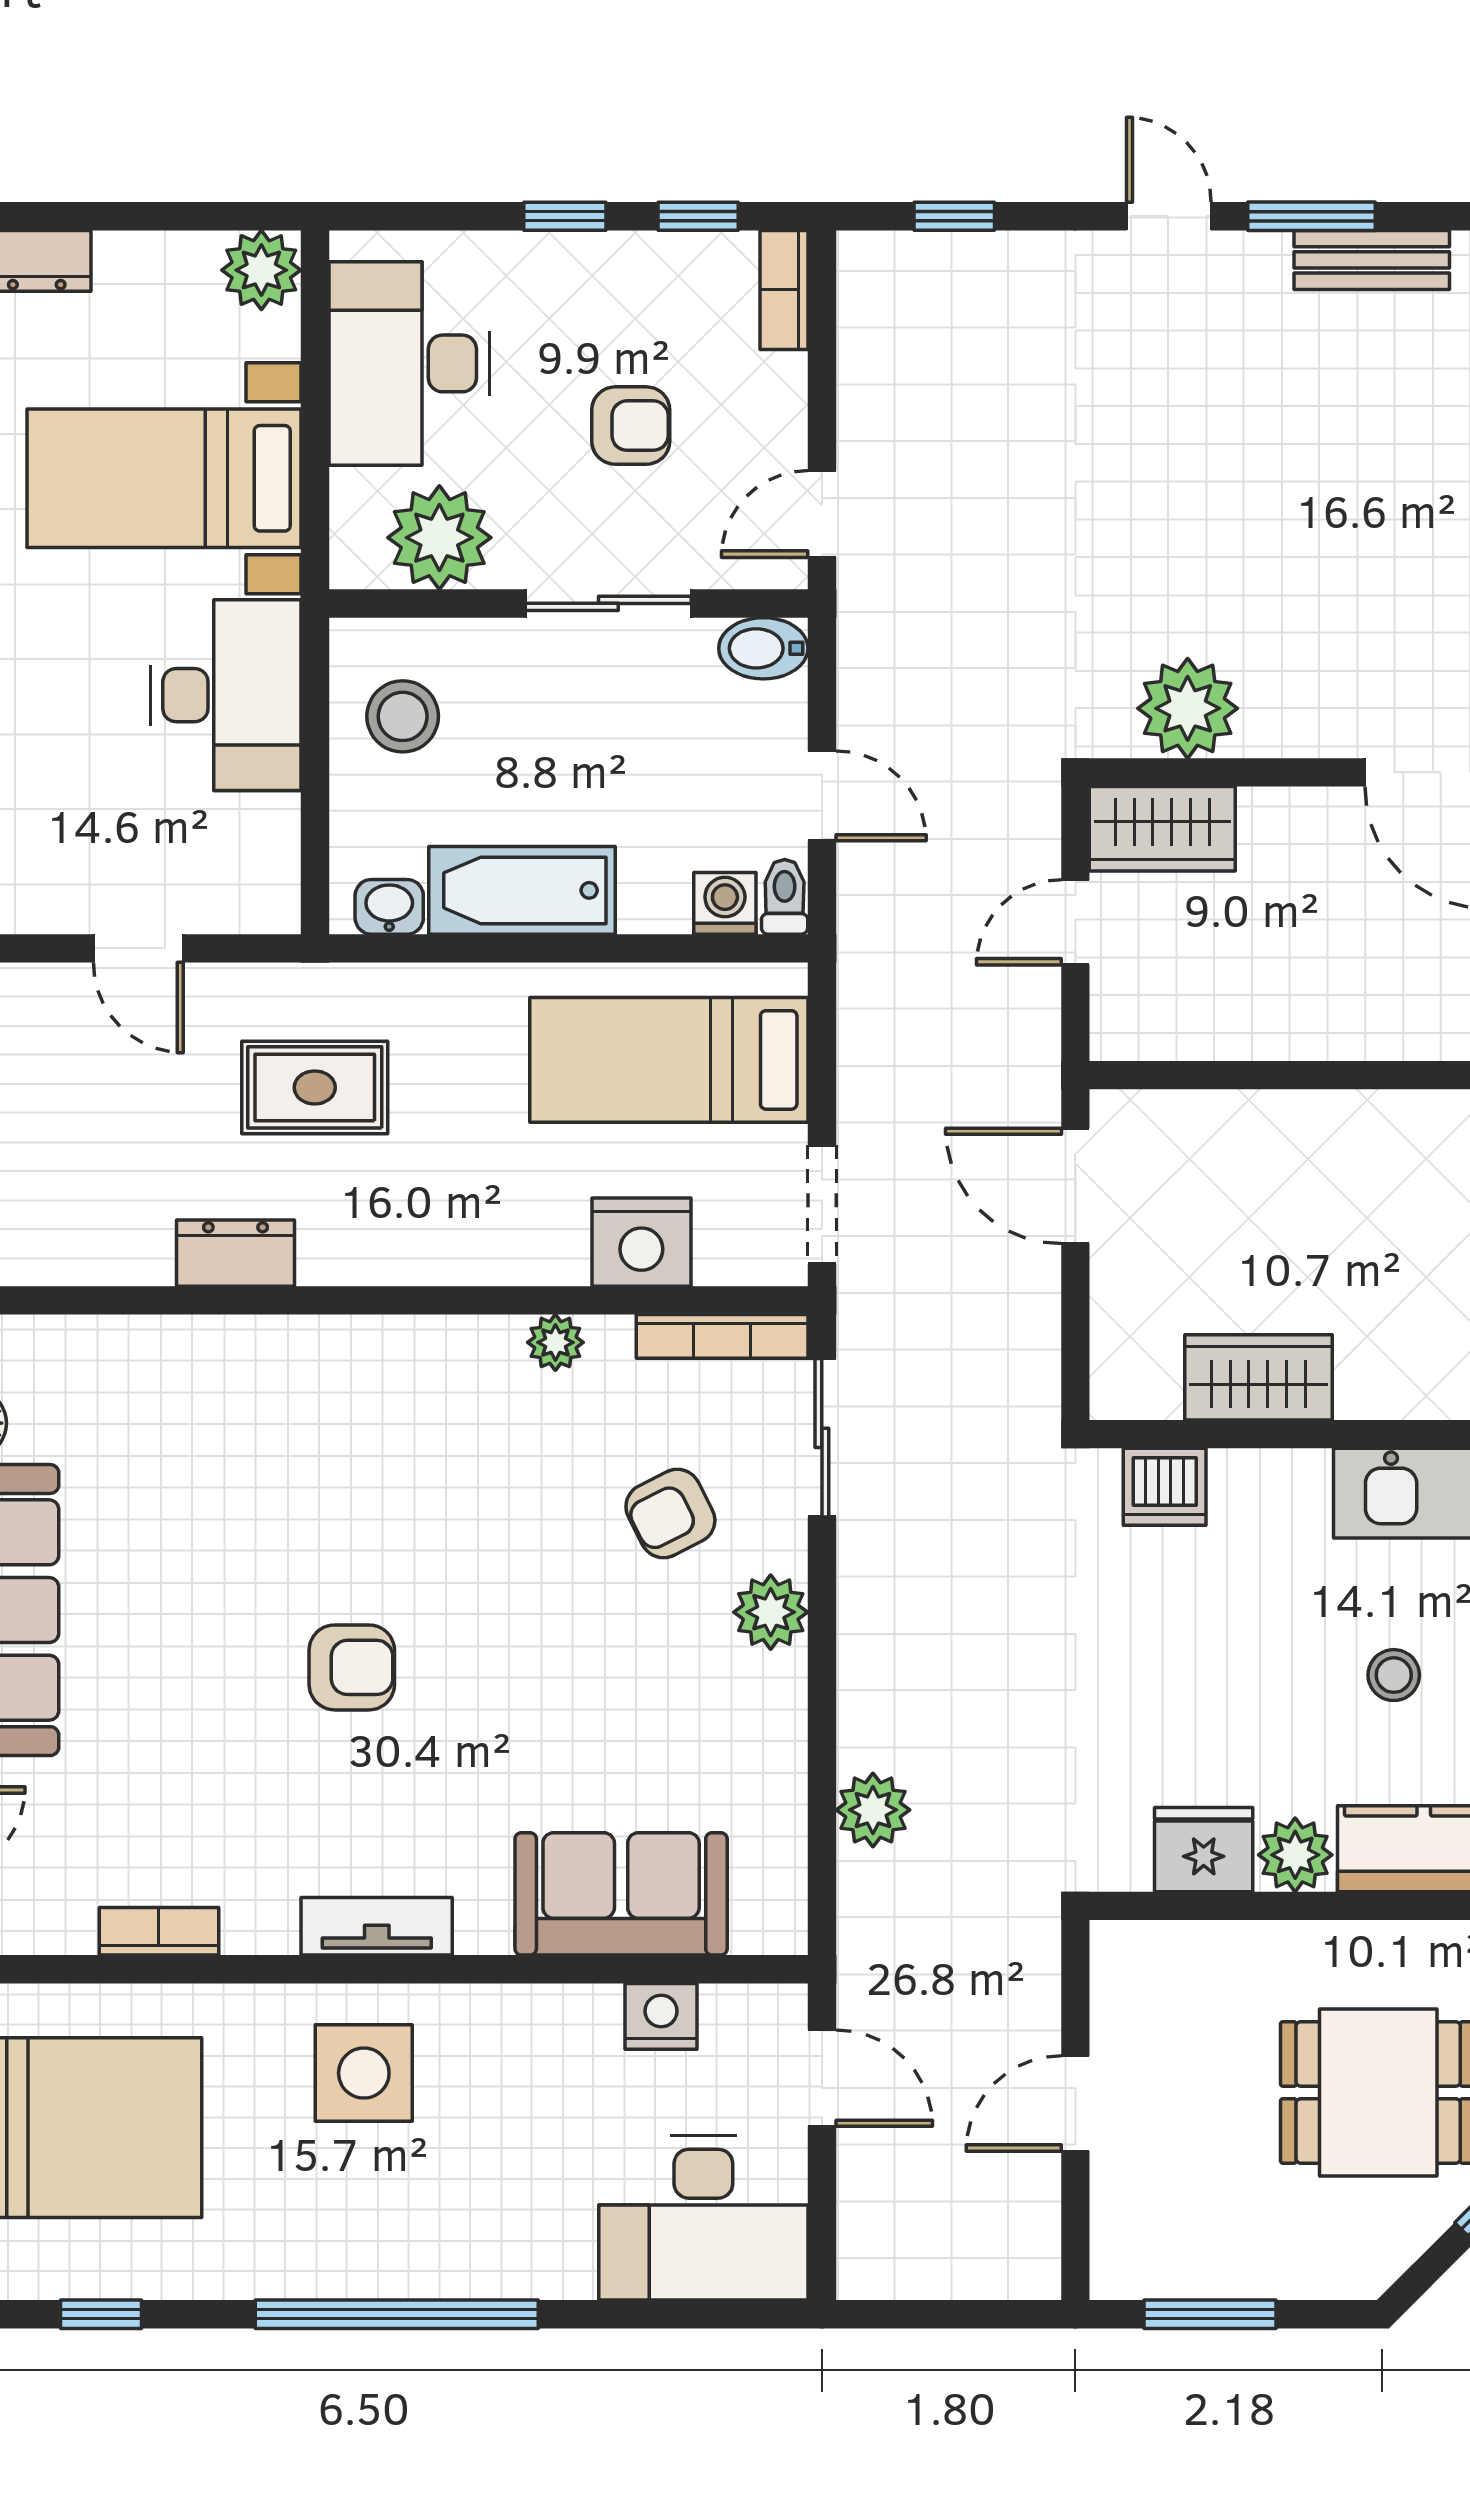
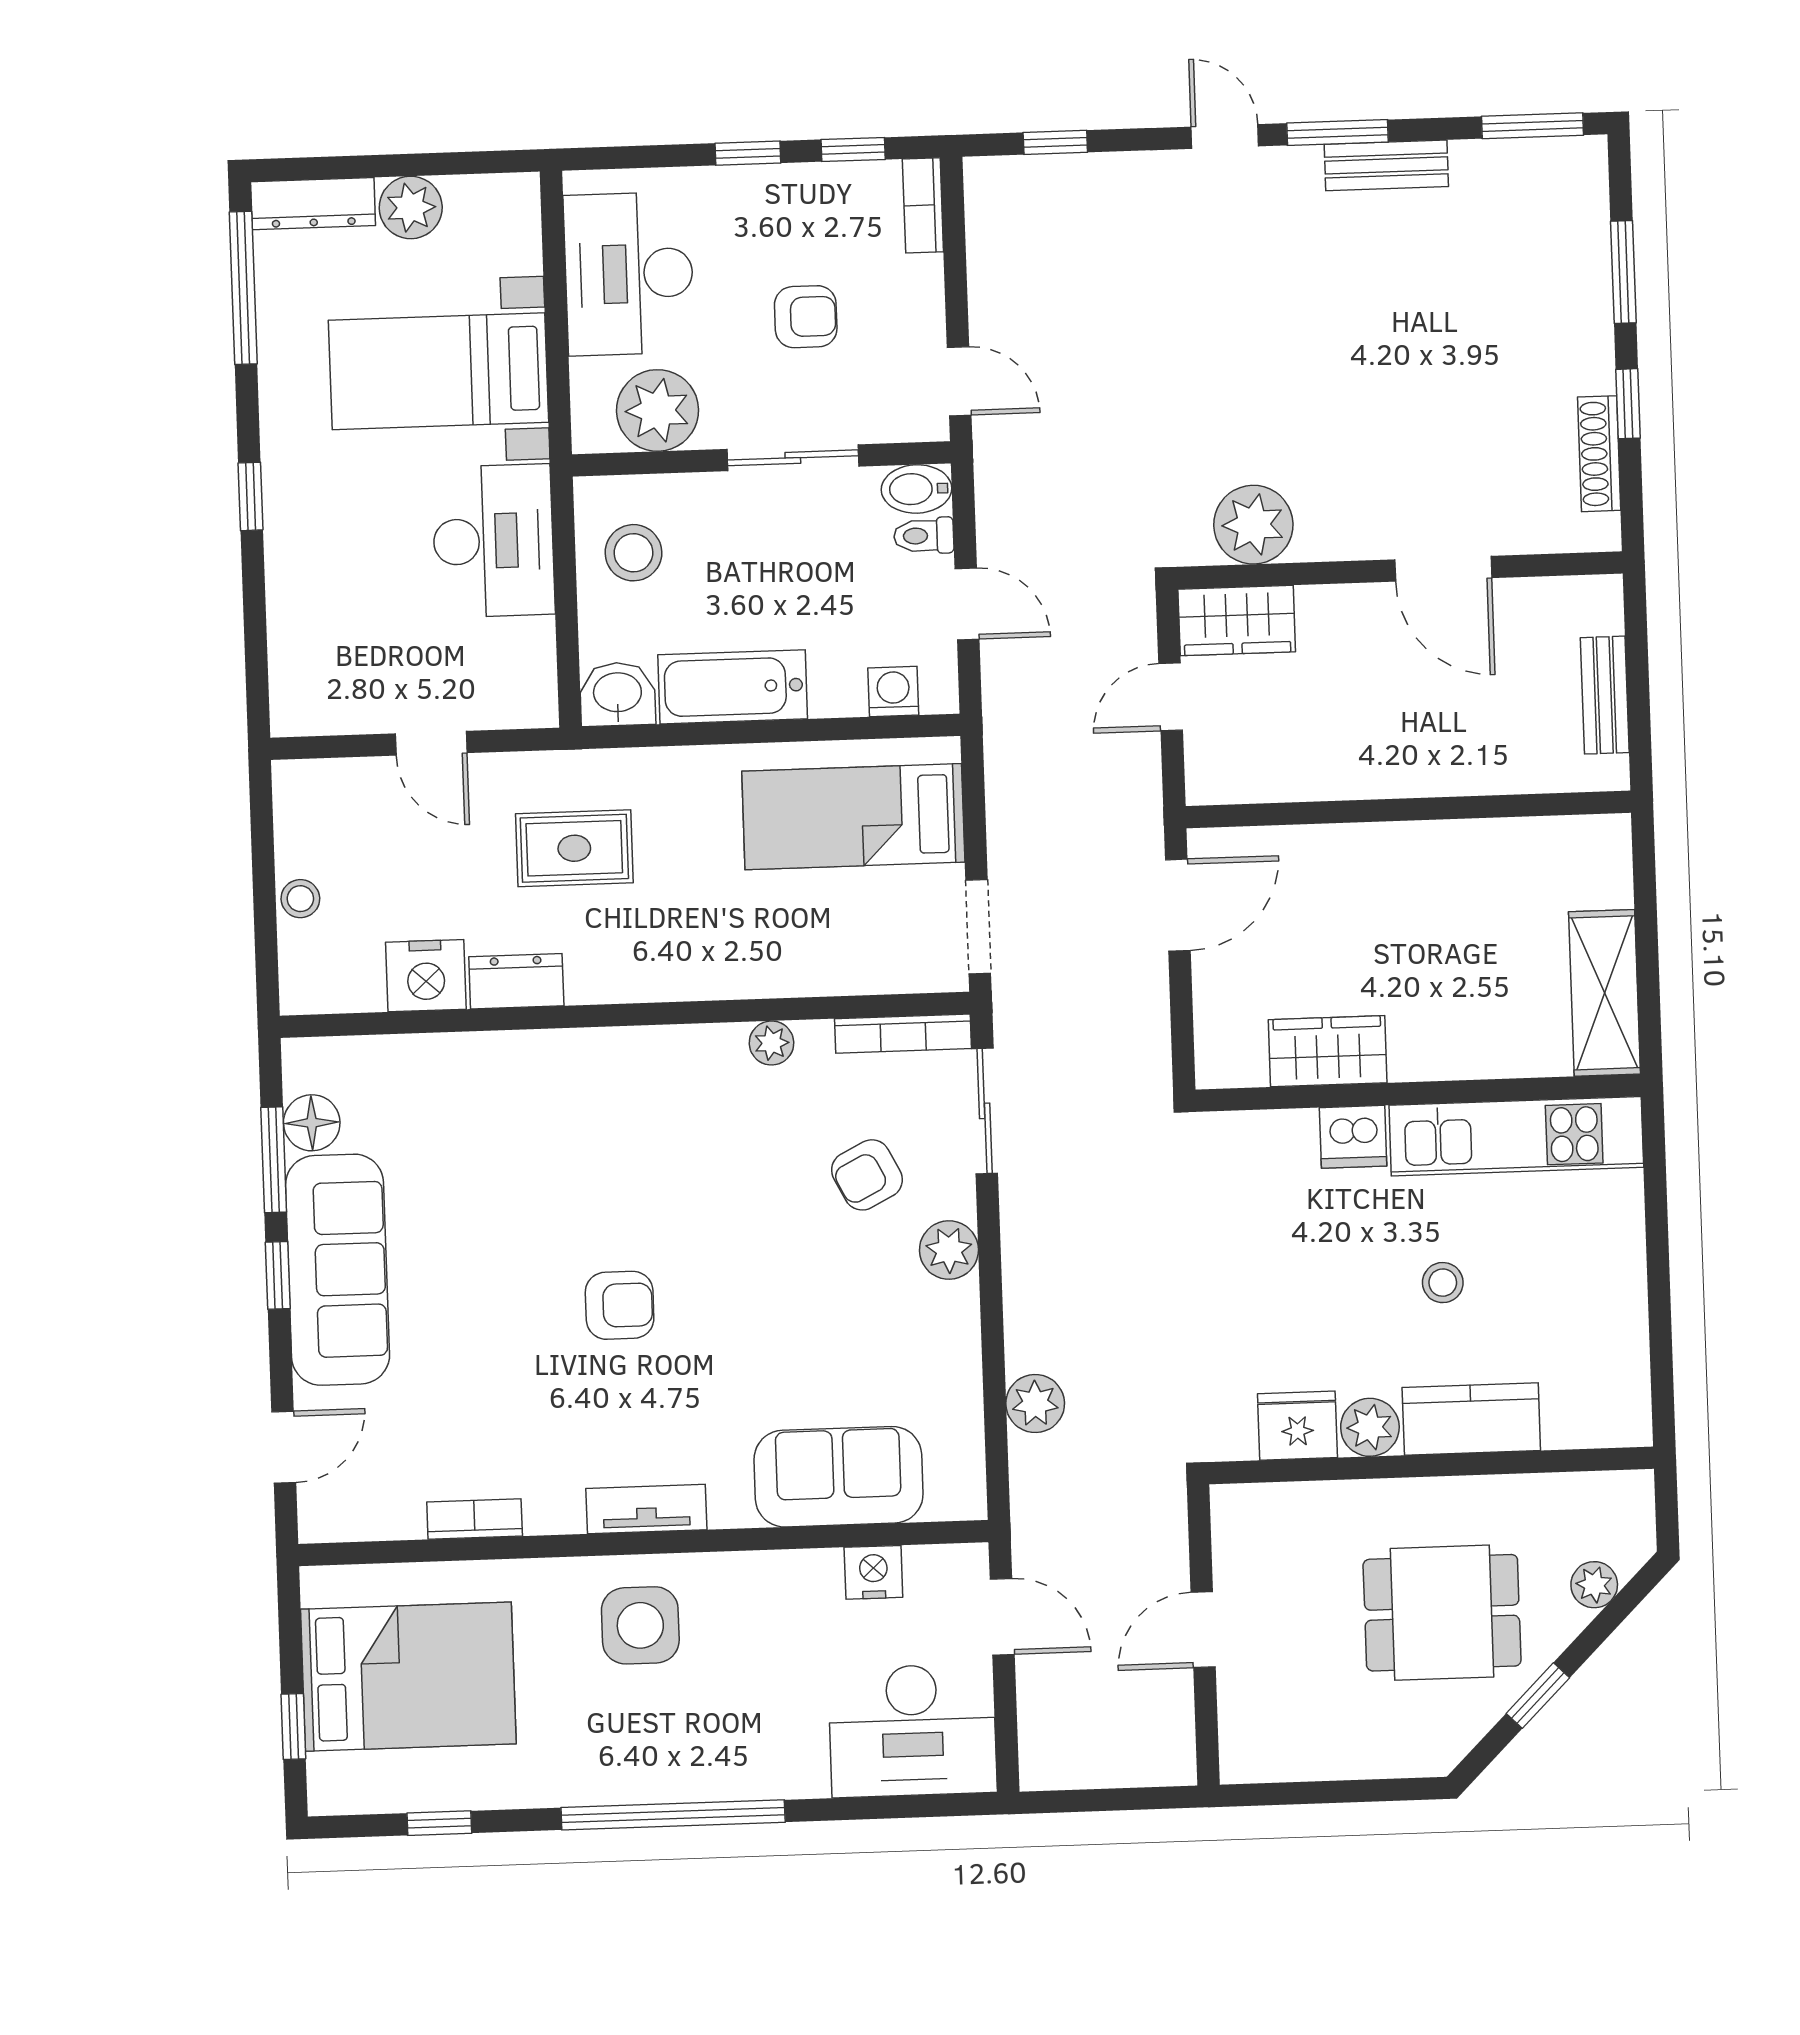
plant: (261, 270) -> (411, 207), moved
door: (822, 514) -> (959, 381), swing flipped
toilet: (785, 897) -> (924, 536), moved, turned -90
washbasin: (389, 907) -> (618, 694), width x1.38, depth x1.45
door: (1075, 1186) -> (1178, 905), swing flipped
nightstand: (641, 1242) -> (426, 976), moved
dishwasher: (1165, 1487) -> (1353, 1137), moved
window: (1210, 2314) -> (1315, 1792), removed

